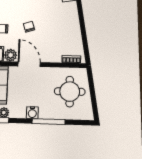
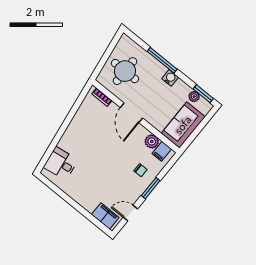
chair: (29, 27) -> (116, 154), removed
door: (29, 64) -> (131, 113), moved

